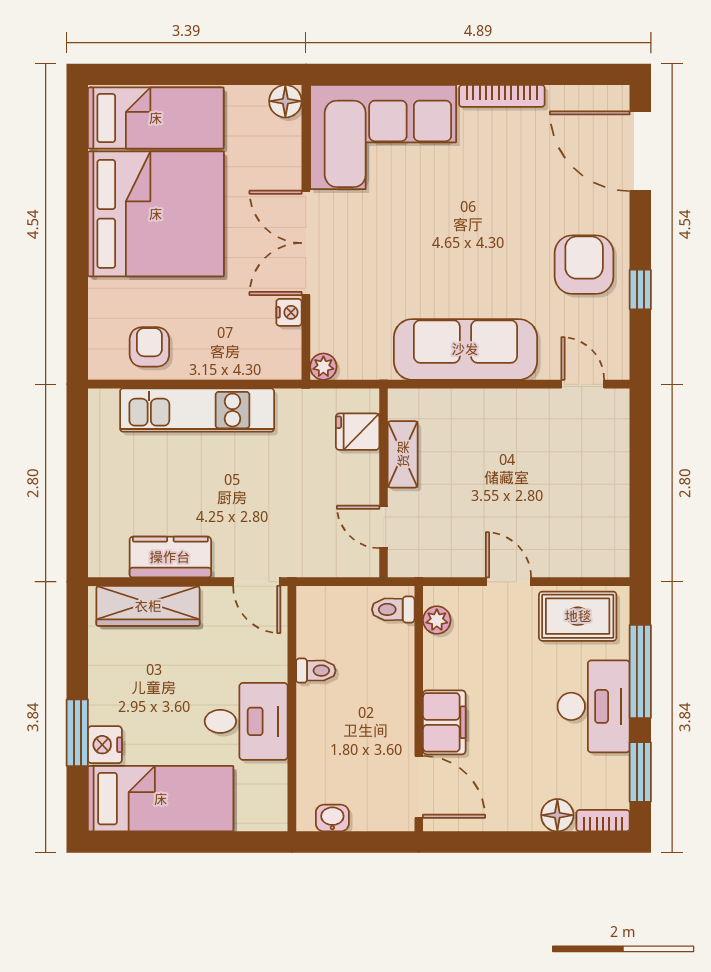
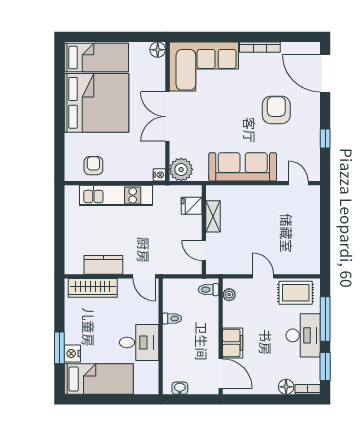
armchair: (584, 265) -> (276, 110), moved
nightstand: (289, 312) -> (159, 175), moved
plant: (323, 367) -> (181, 169), width x1.88, depth x1.88

